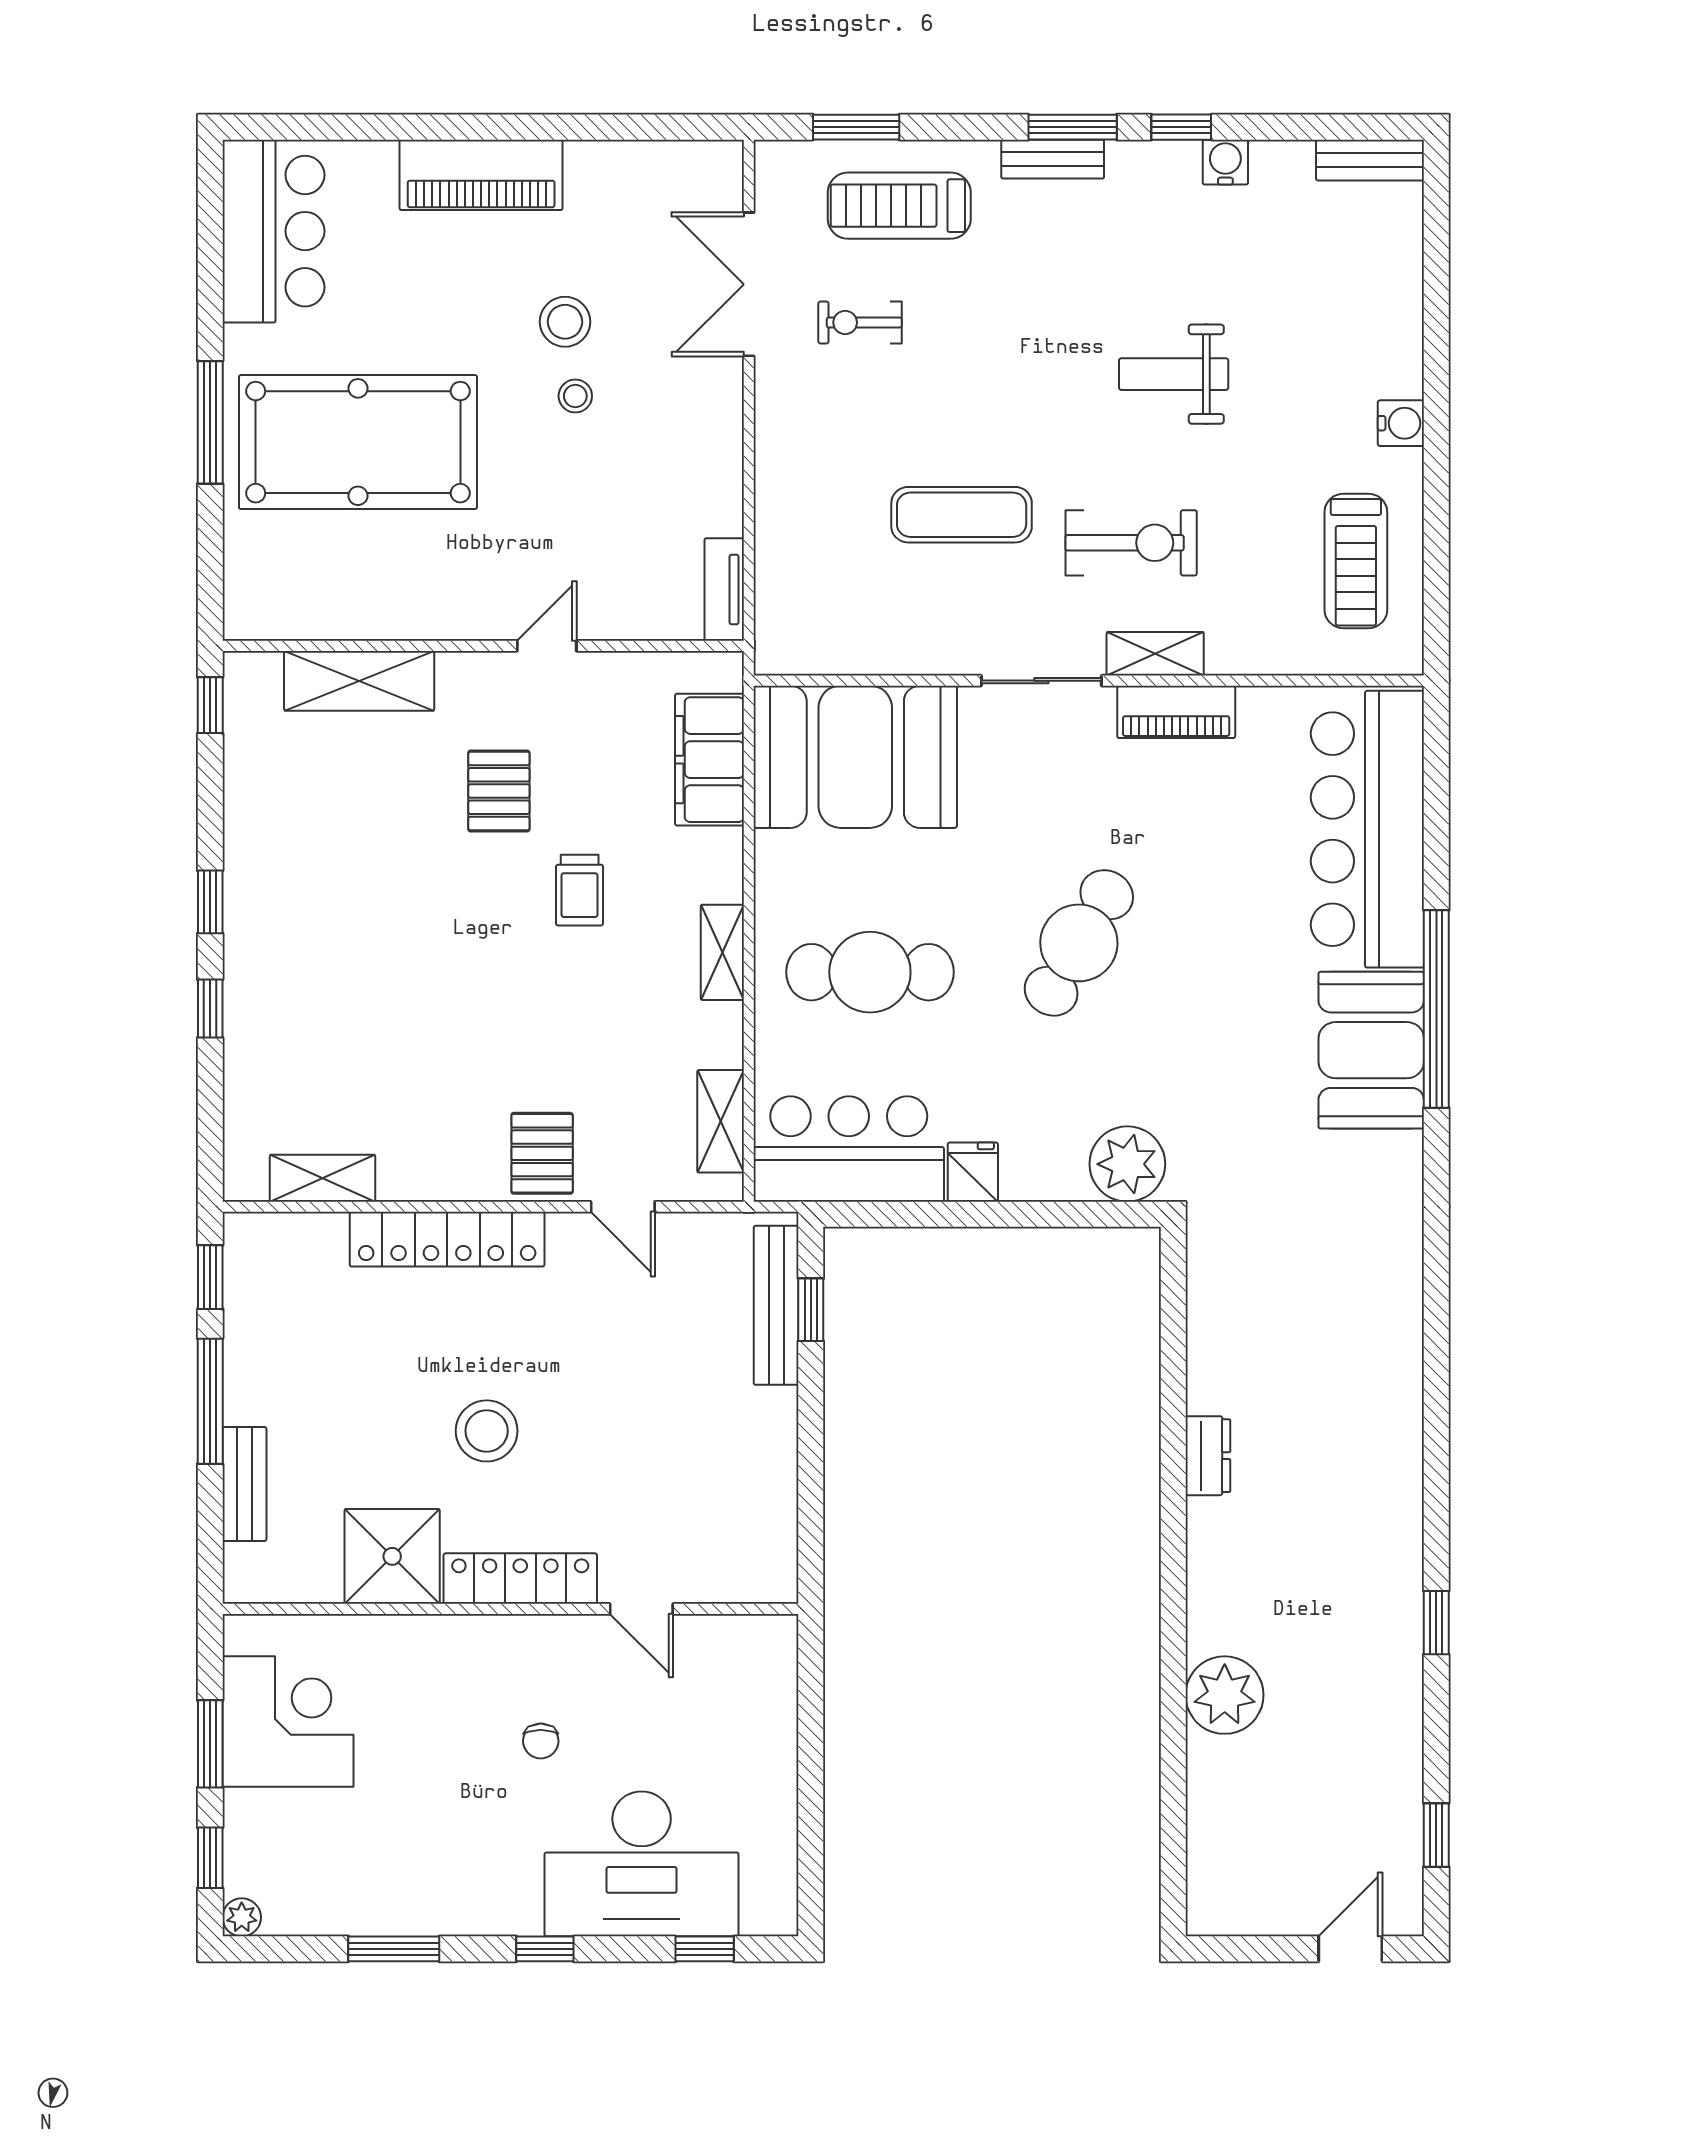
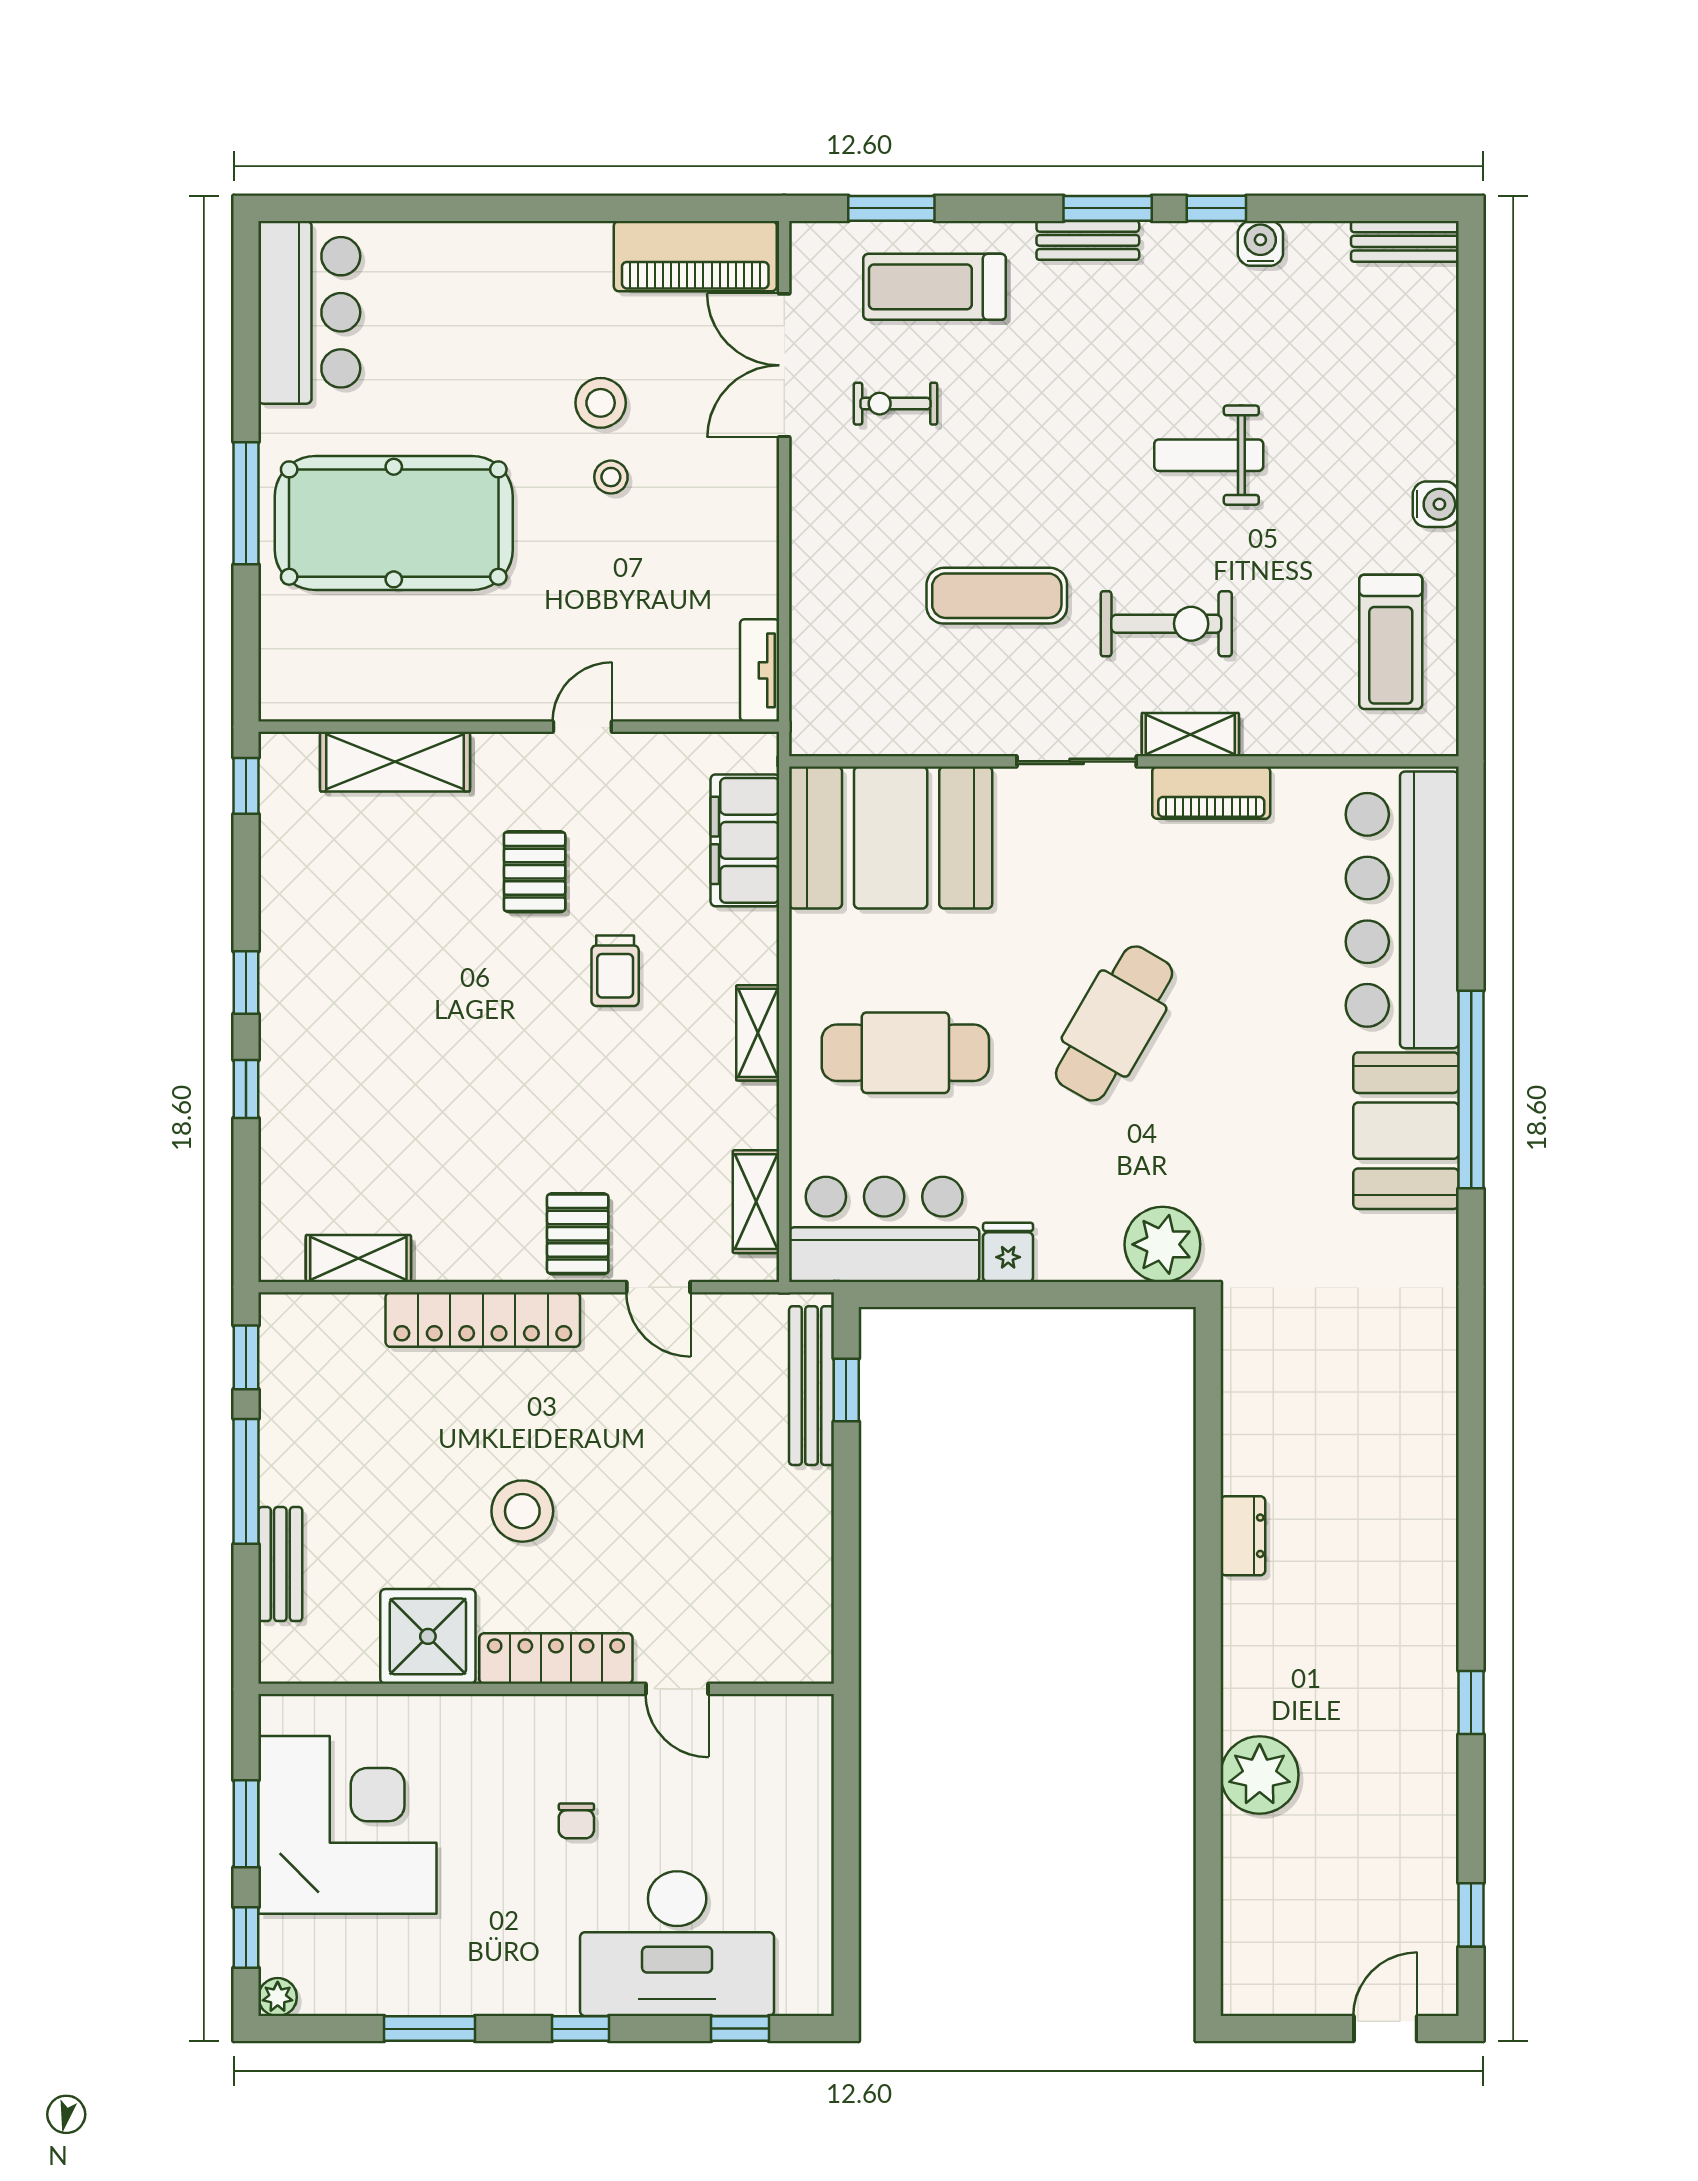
piano: (481, 175) -> (695, 256), moved
corner desk: (288, 1721) -> (347, 1825), width x1.36, depth x1.36

